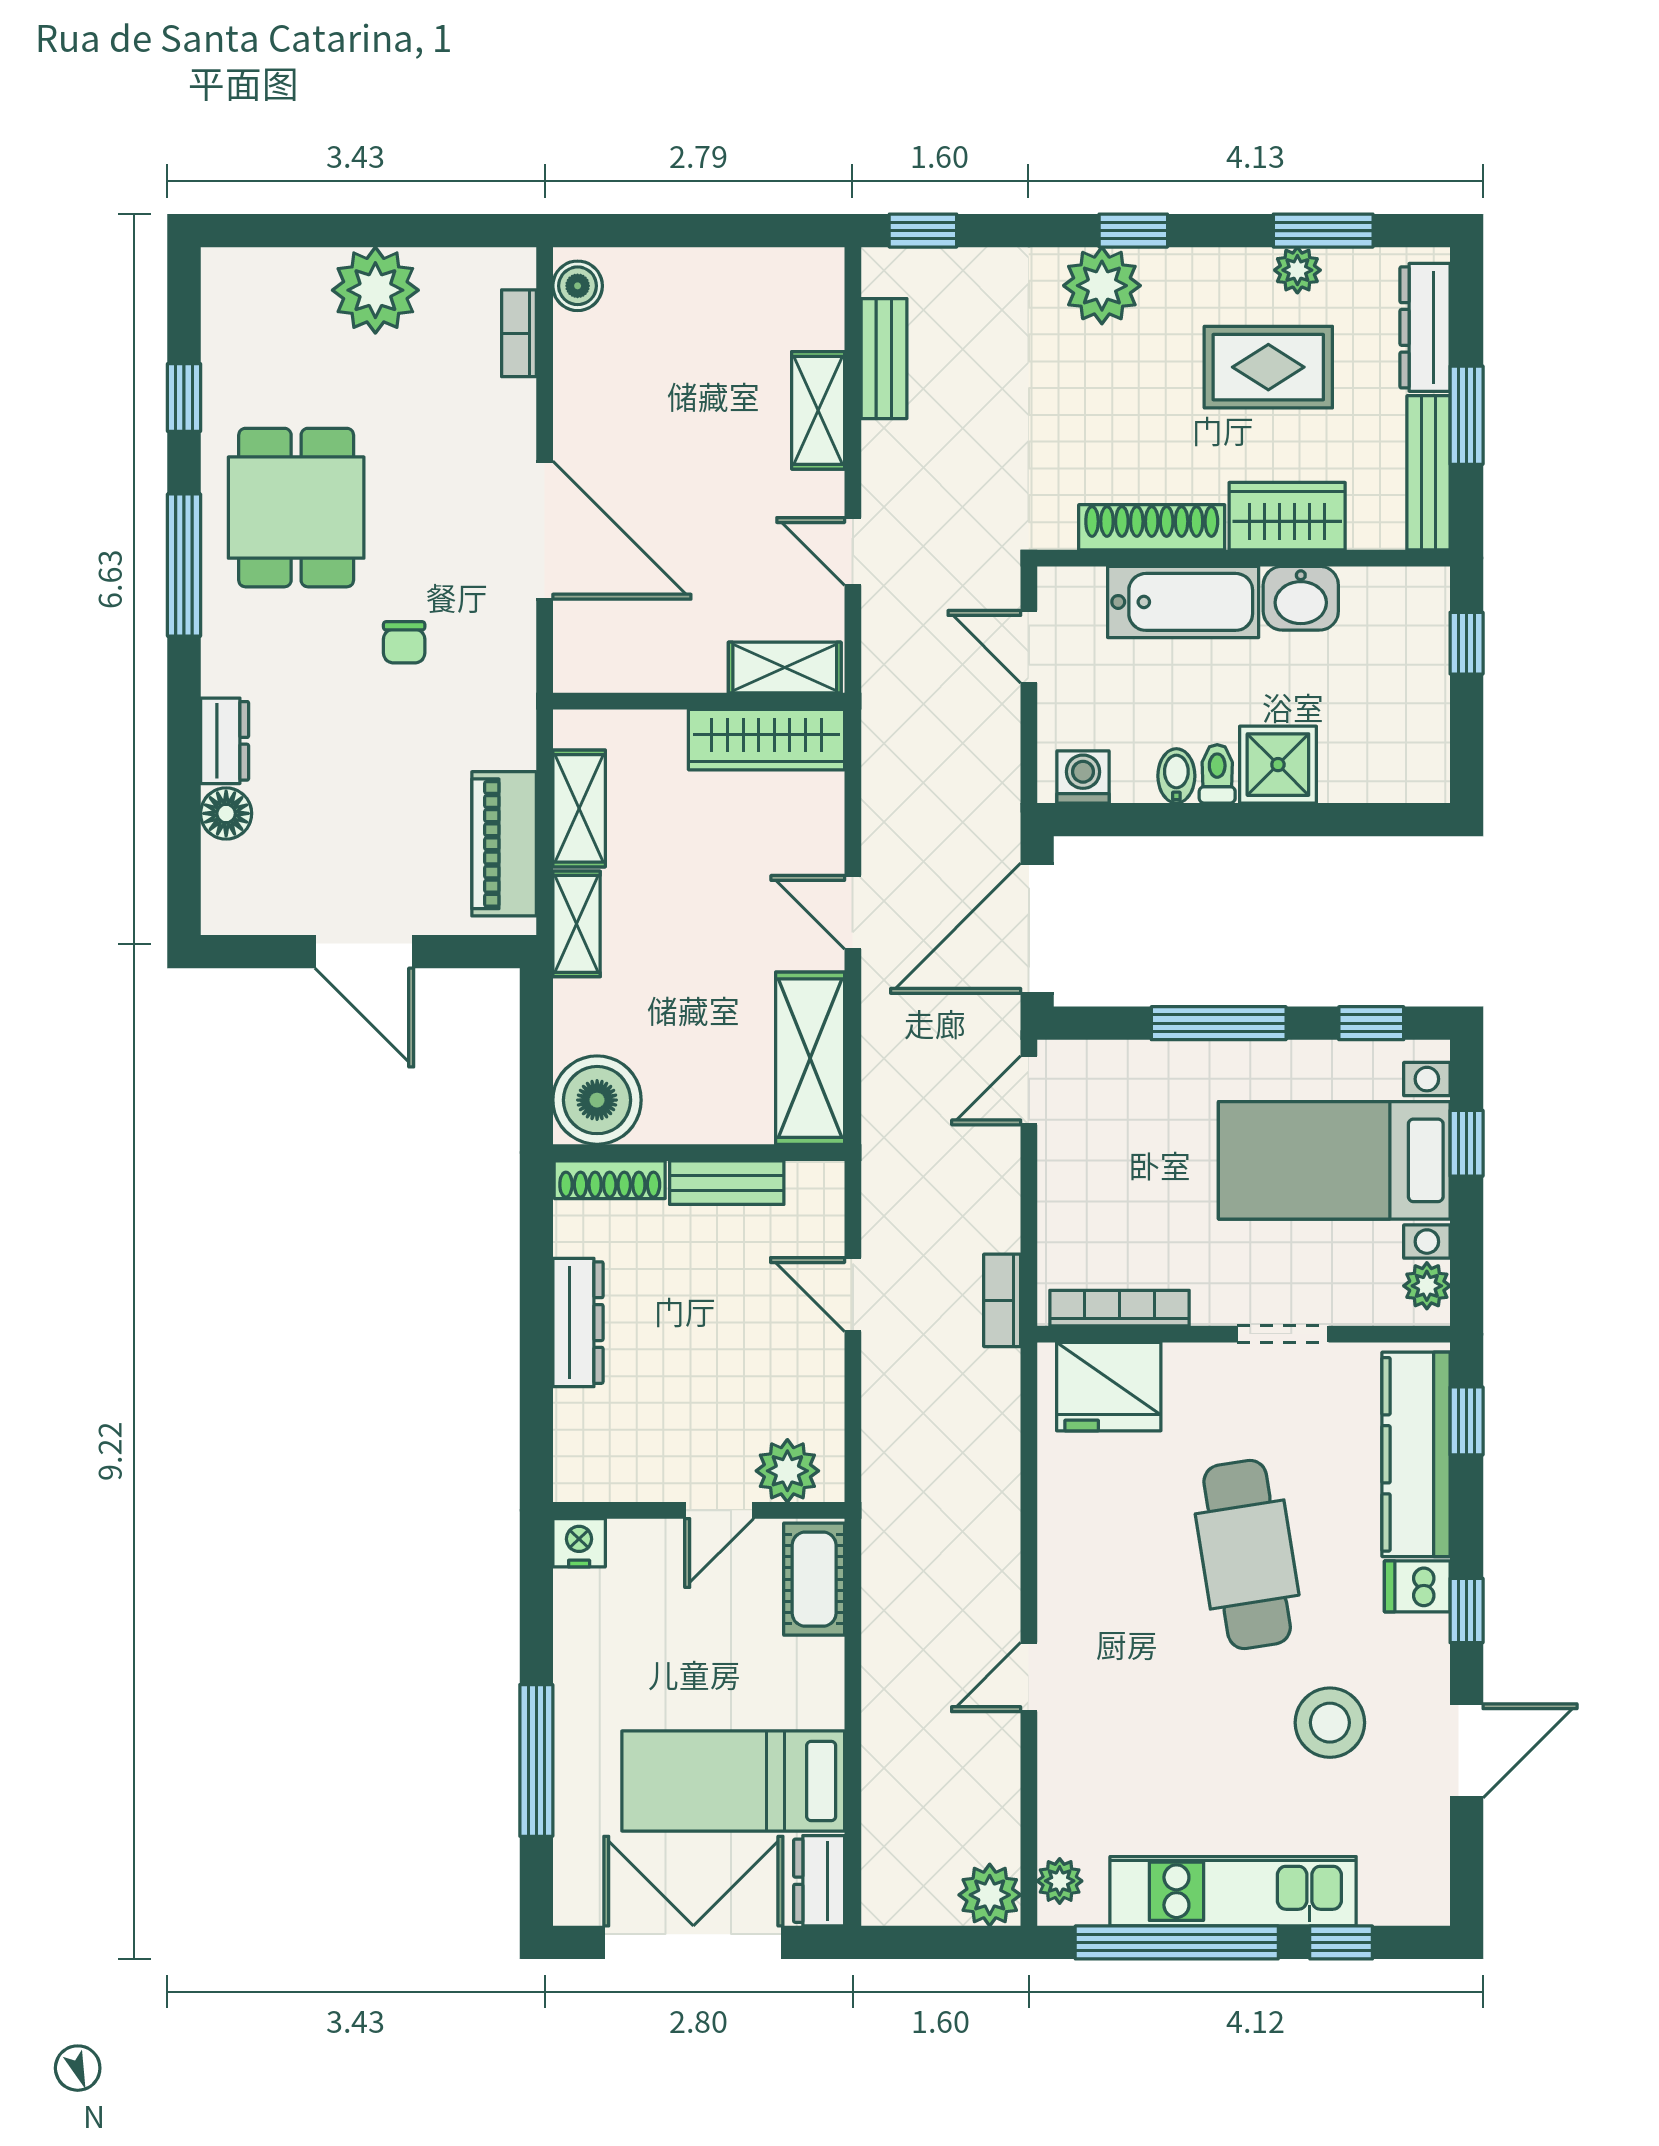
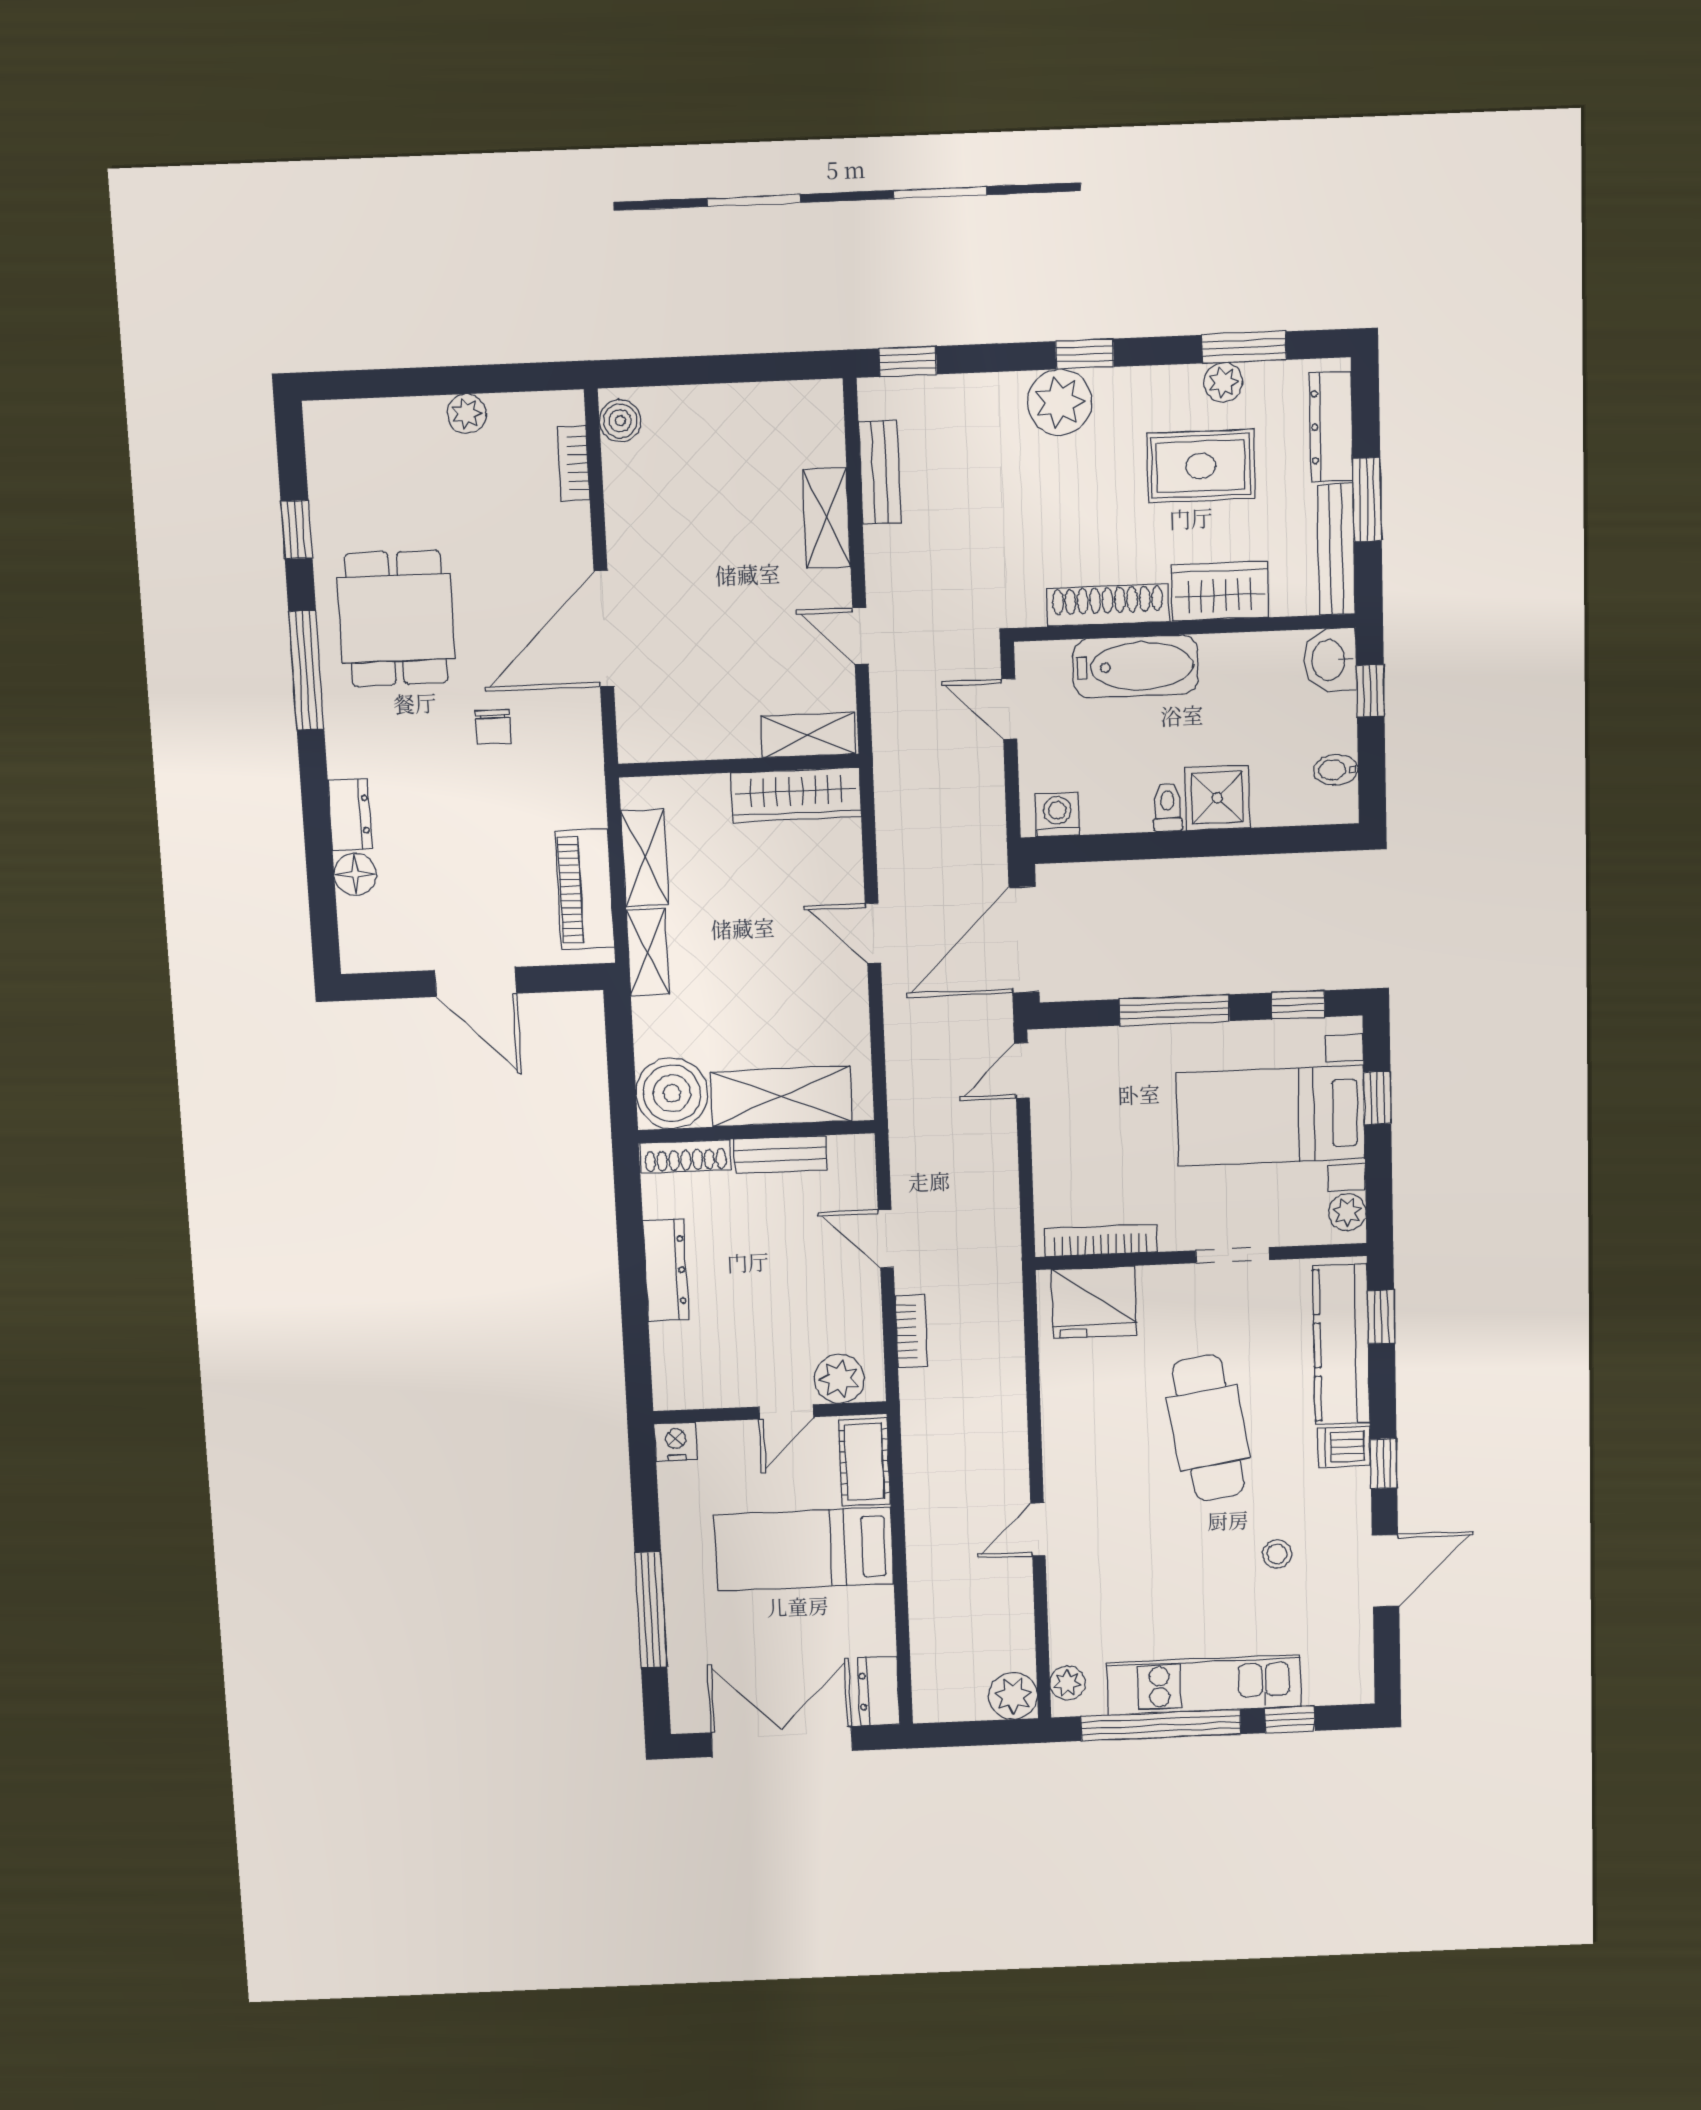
plant: (375, 290) -> (467, 414), width x0.53, depth x0.53
door: (545, 530) -> (604, 629), swing flipped
washbasin: (1301, 598) -> (1330, 660), moved, turned 90
bidet: (1176, 776) -> (1336, 770), moved, turned -90
shelving: (810, 1058) -> (782, 1096), moved, turned 90
bookcase: (1002, 1300) -> (911, 1331), moved, turned 180
stool: (1330, 1723) -> (1277, 1554), width x0.53, depth x0.53
bed: (733, 1781) -> (804, 1549), moved

